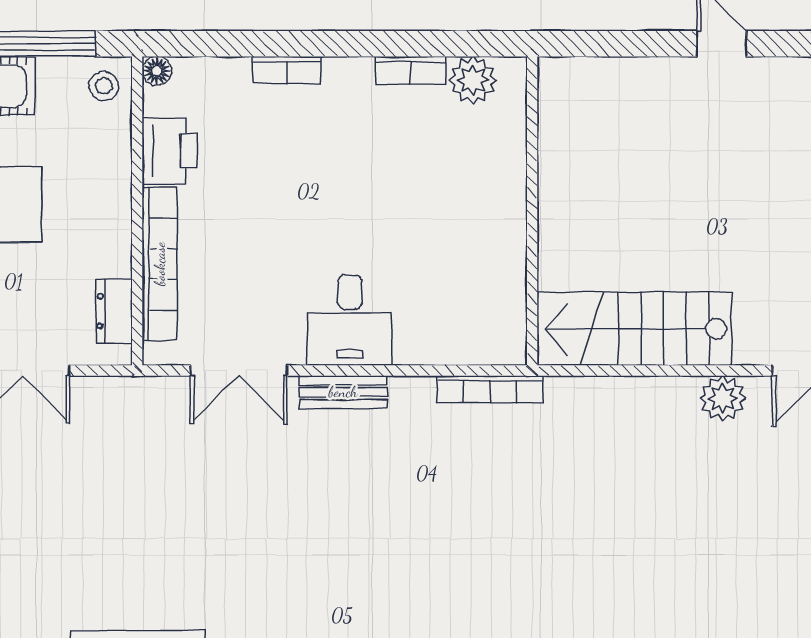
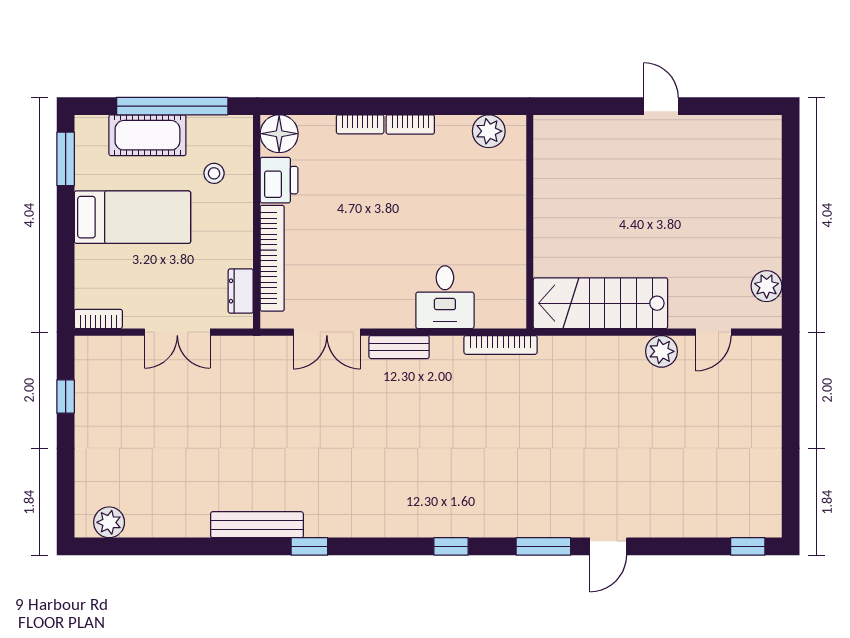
bookcase: (411, 70) -> (410, 124), moved
floor lamp: (157, 71) -> (279, 134), width x1.89, depth x1.89
stool: (104, 86) -> (214, 173), moved
desk: (350, 320) -> (445, 297), moved

